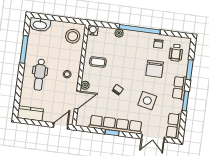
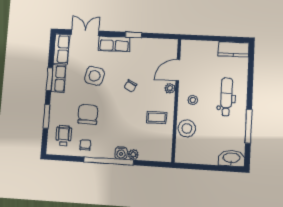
water cooler: (93, 30) -> (121, 153), moved
stool: (73, 36) -> (187, 128), moved
row of seats: (179, 88) -> (59, 79), moved
row of seats: (116, 125) -> (114, 44), width x0.50
door: (61, 126) -> (195, 38), removed

